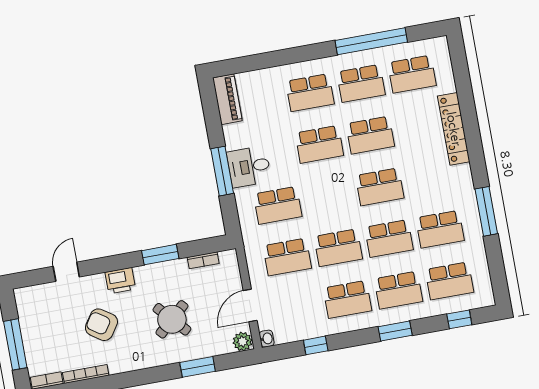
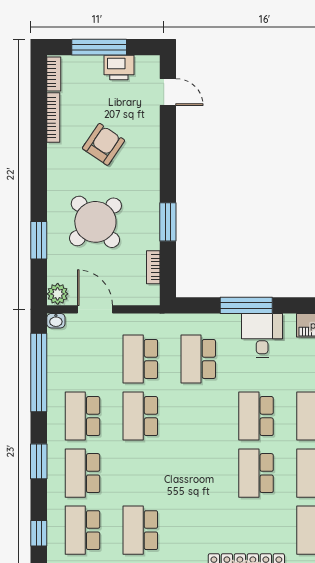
desk: (249, 167) -> (262, 335), moved
school desk: (380, 187) -> (198, 473), removed
school desk: (389, 238) -> (140, 473), removed
door: (66, 272) -> (168, 92), moved
printer: (120, 281) -> (119, 68), moved, turned -90
round table: (172, 319) -> (95, 222), width x1.36, depth x1.36
window: (316, 345) -> (39, 373), width x3.17

